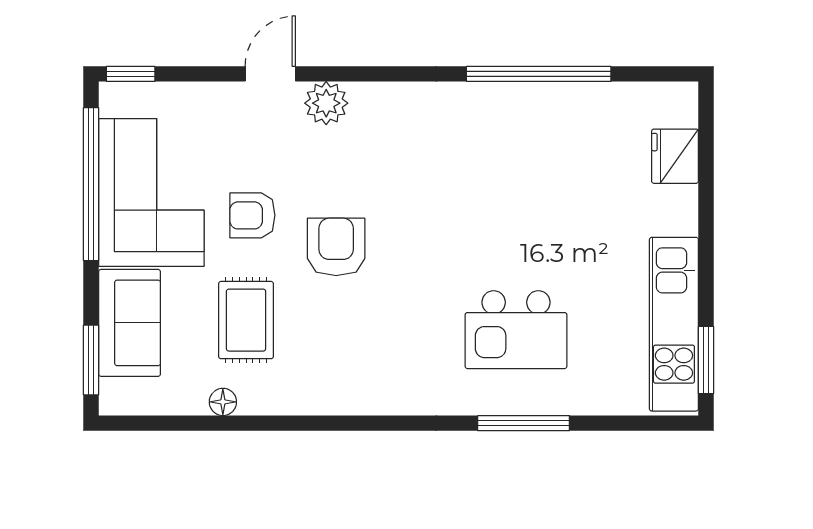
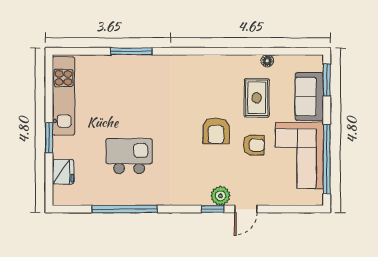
window: (131, 74) -> (212, 209), moved
kitchen island: (516, 330) -> (129, 156), moved
window: (706, 360) -> (49, 138), moved

